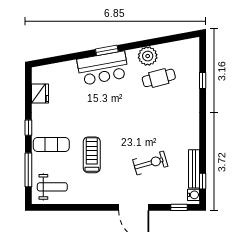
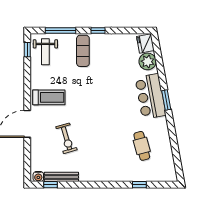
plant: (148, 56) -> (148, 61), moved
fridge: (40, 94) -> (145, 44), moved, turned 80
treadmill: (92, 155) -> (49, 97), moved
window: (179, 207) -> (27, 50), moved

